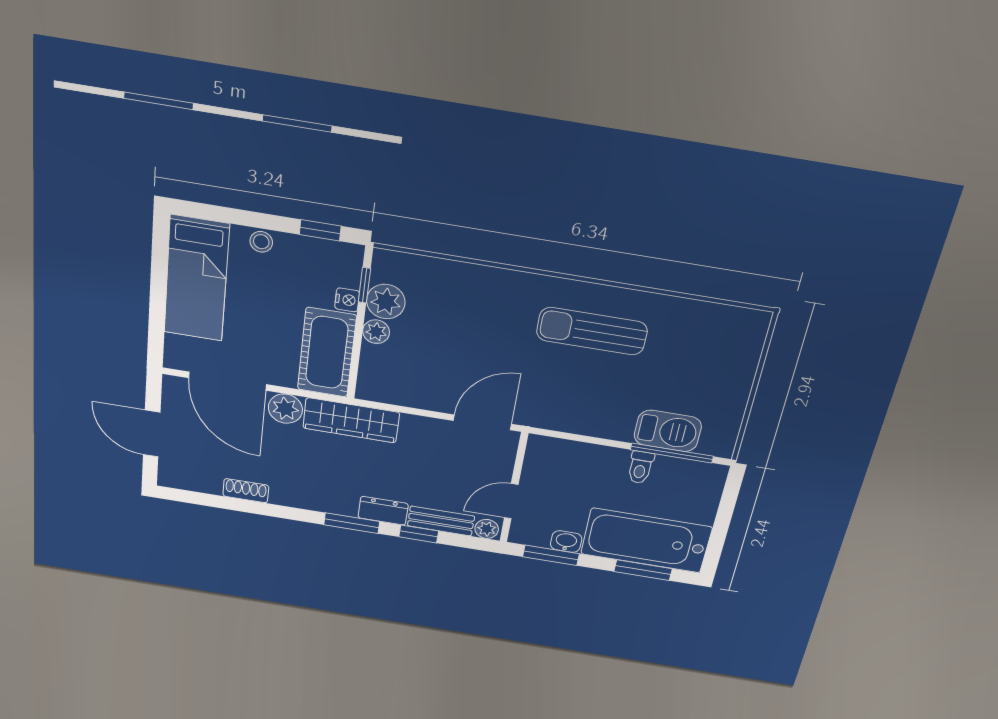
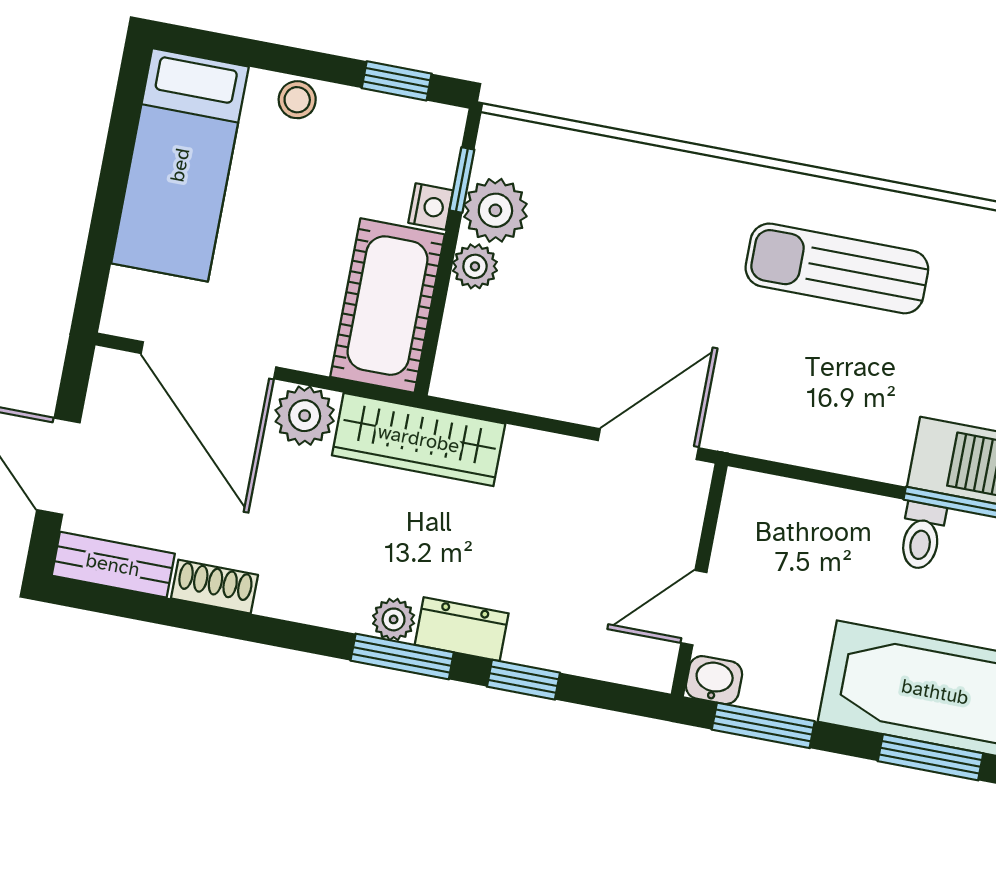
bench: (441, 521) -> (113, 565), moved
plant: (487, 529) -> (394, 619), moved
washbasin: (566, 542) -> (714, 680), moved

